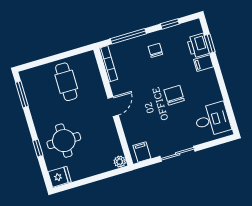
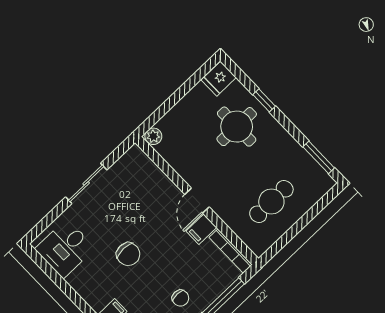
cafe table: (66, 82) -> (271, 201), turned 90
filing cabinet: (142, 152) -> (201, 229), moved, turned 90

